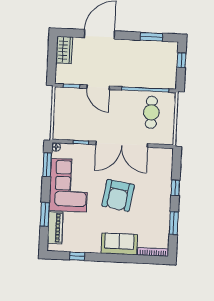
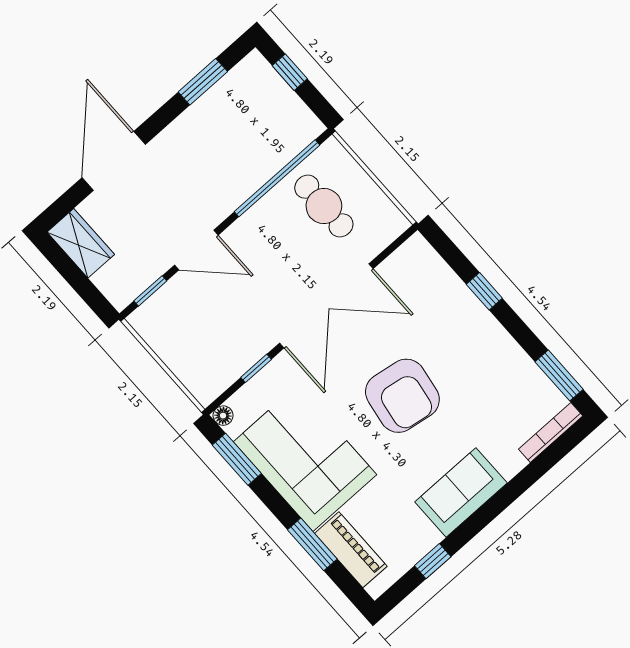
window: (174, 223) -> (559, 376), moved
sofa: (119, 244) -> (461, 492), moved

